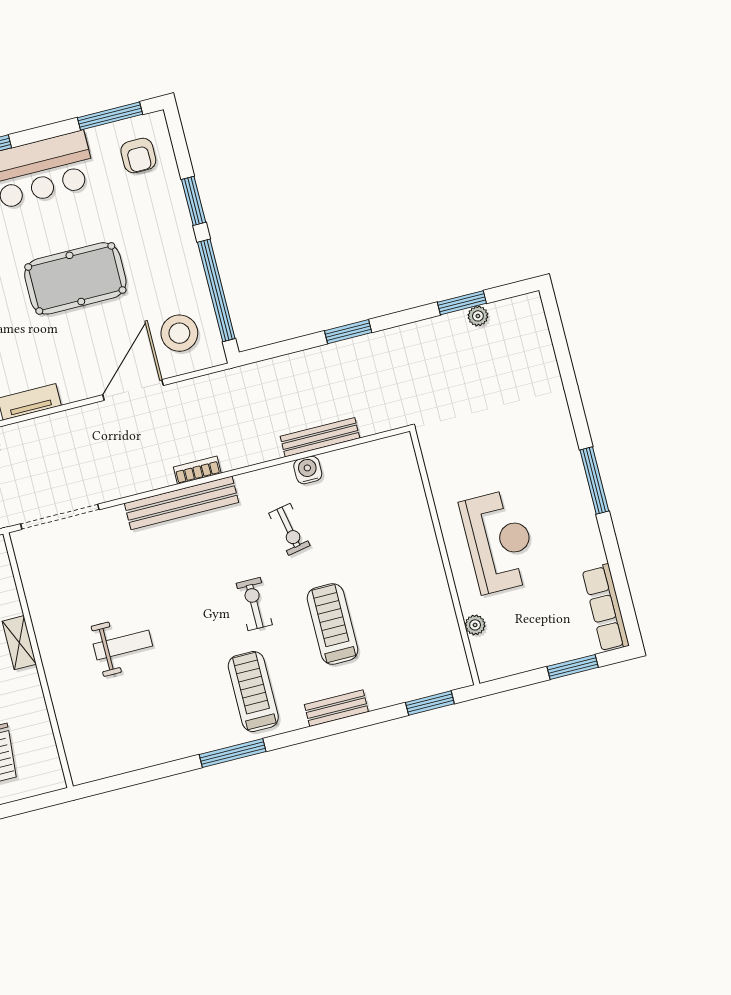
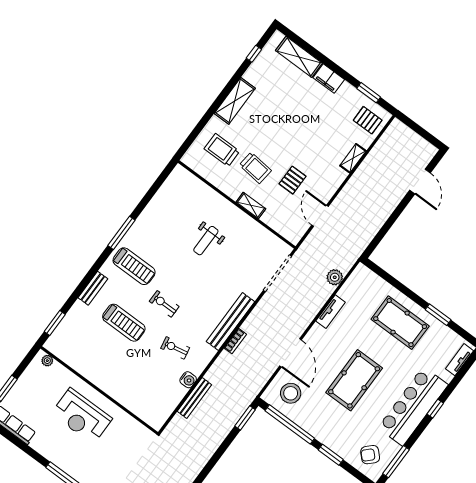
armchair: (138, 156) -> (370, 455), turned -45
window: (348, 332) -> (245, 418), moved
exercise bike: (254, 604) -> (164, 304), turned 180
plant: (475, 625) -> (47, 361), moved

